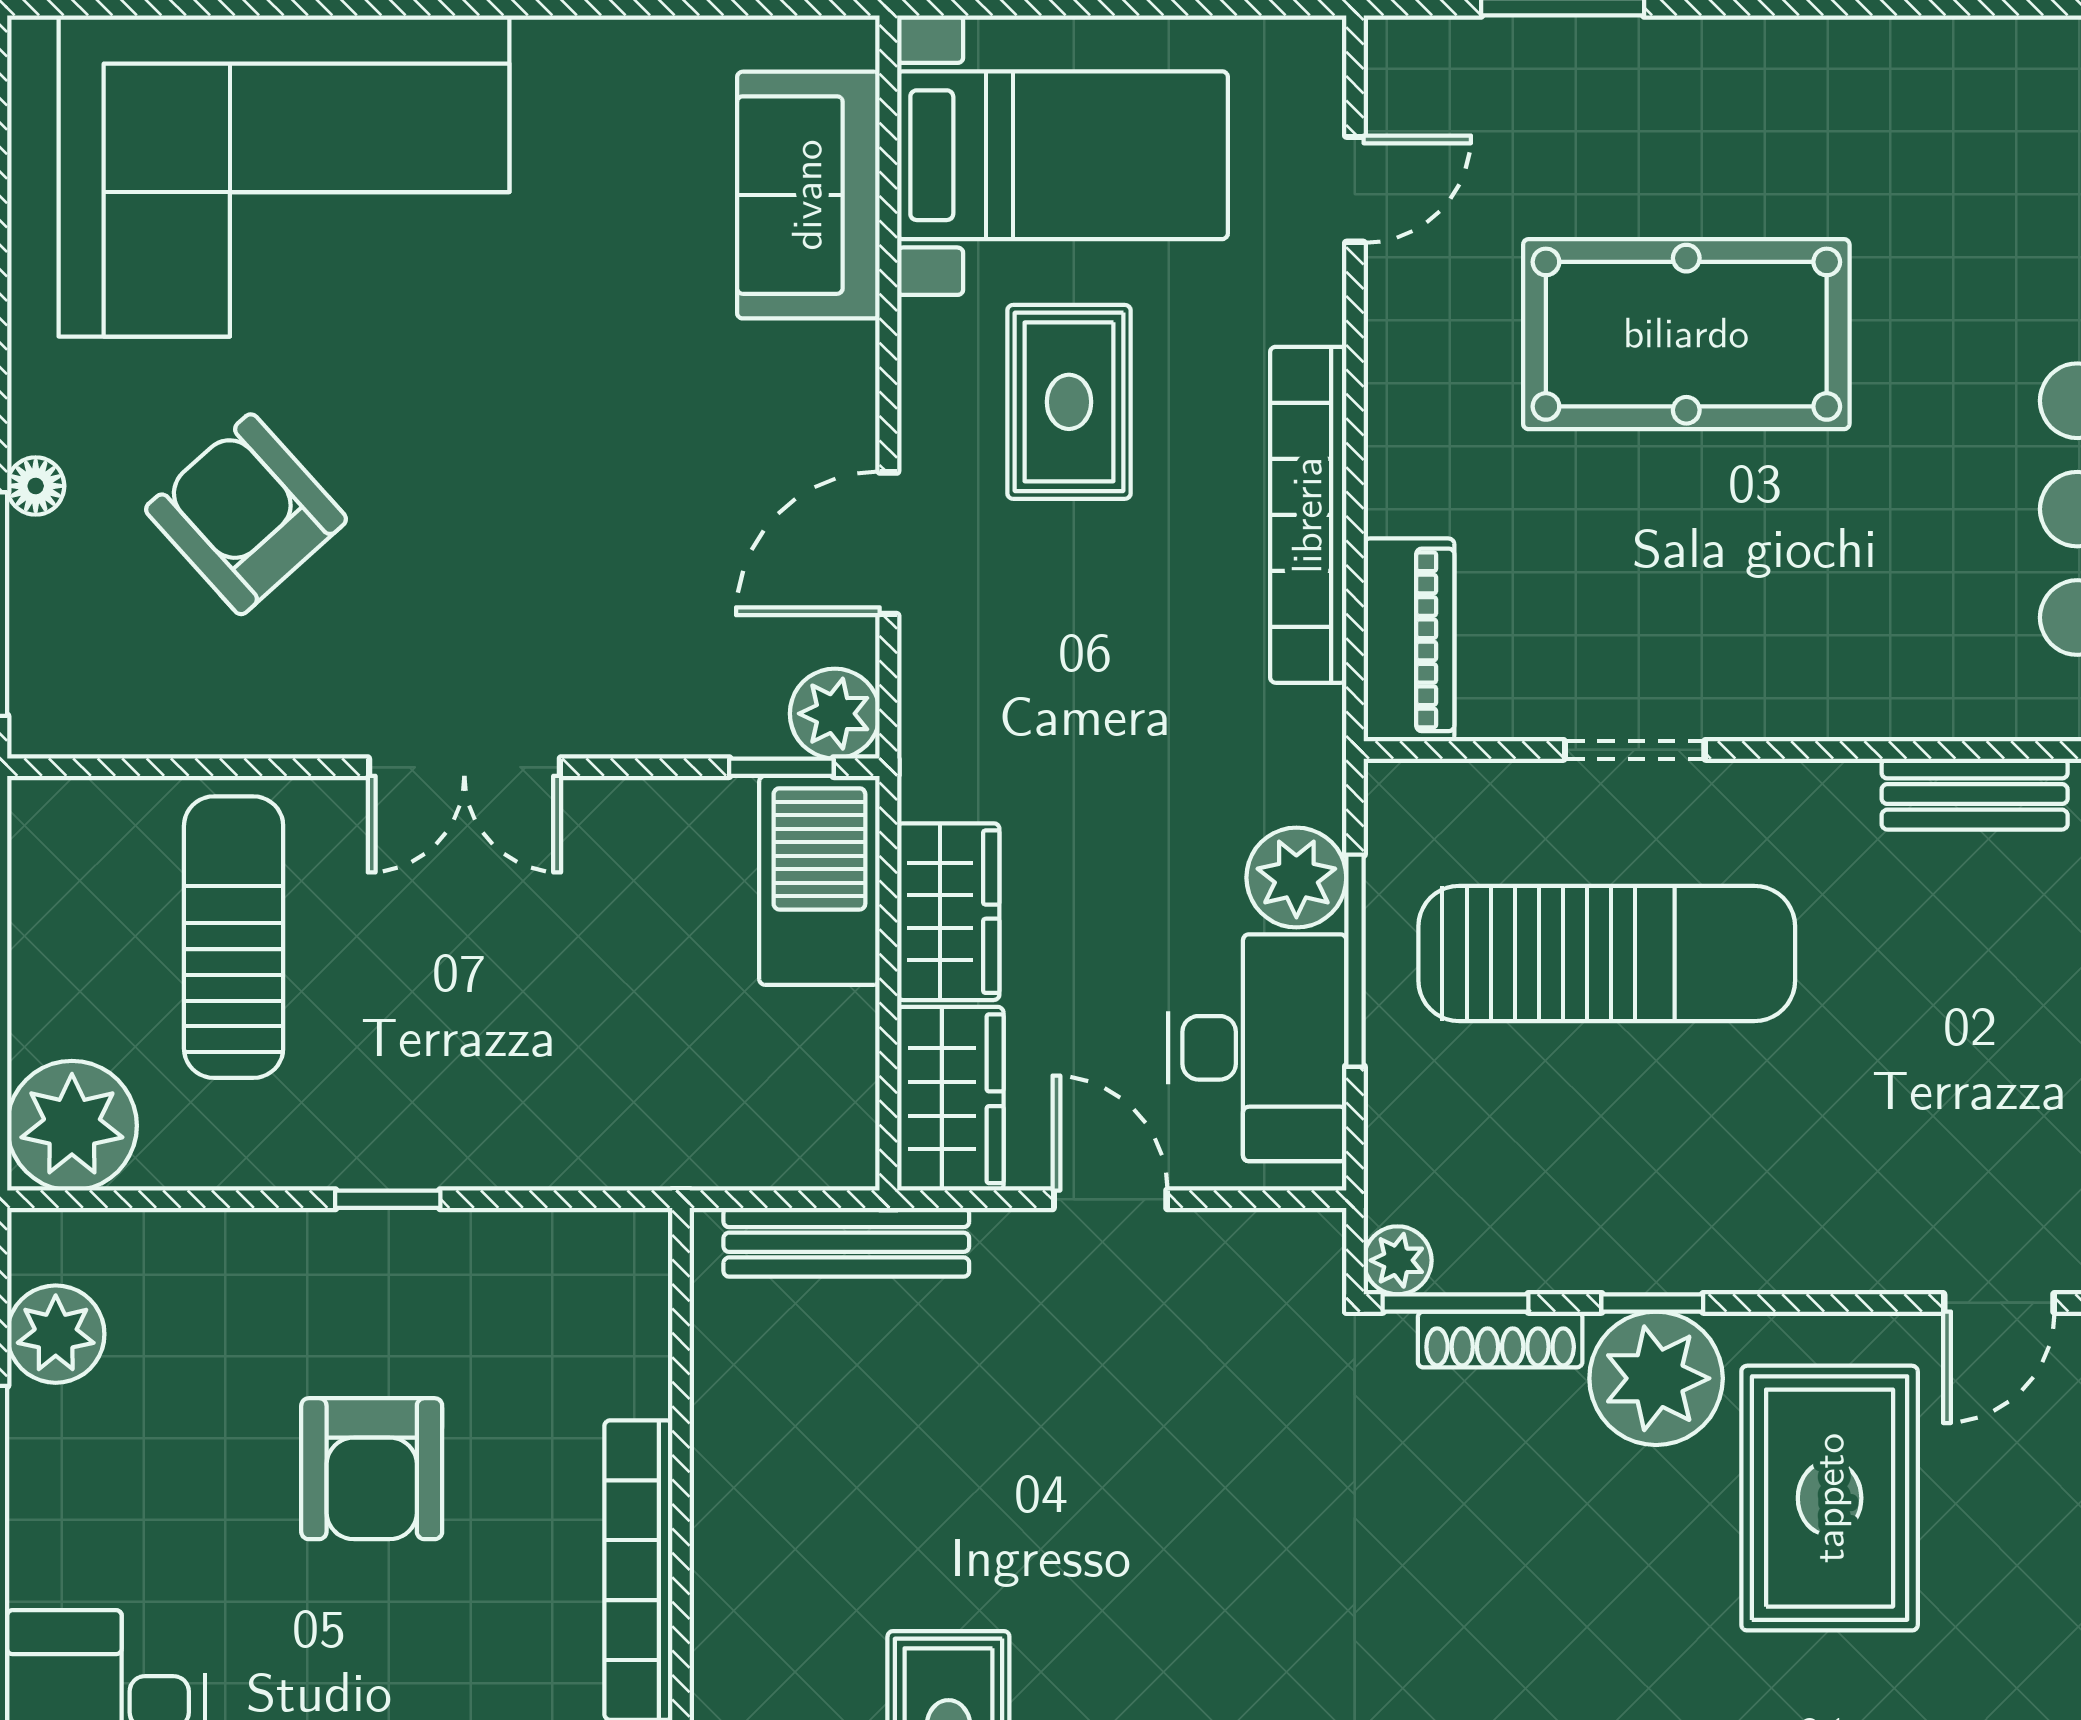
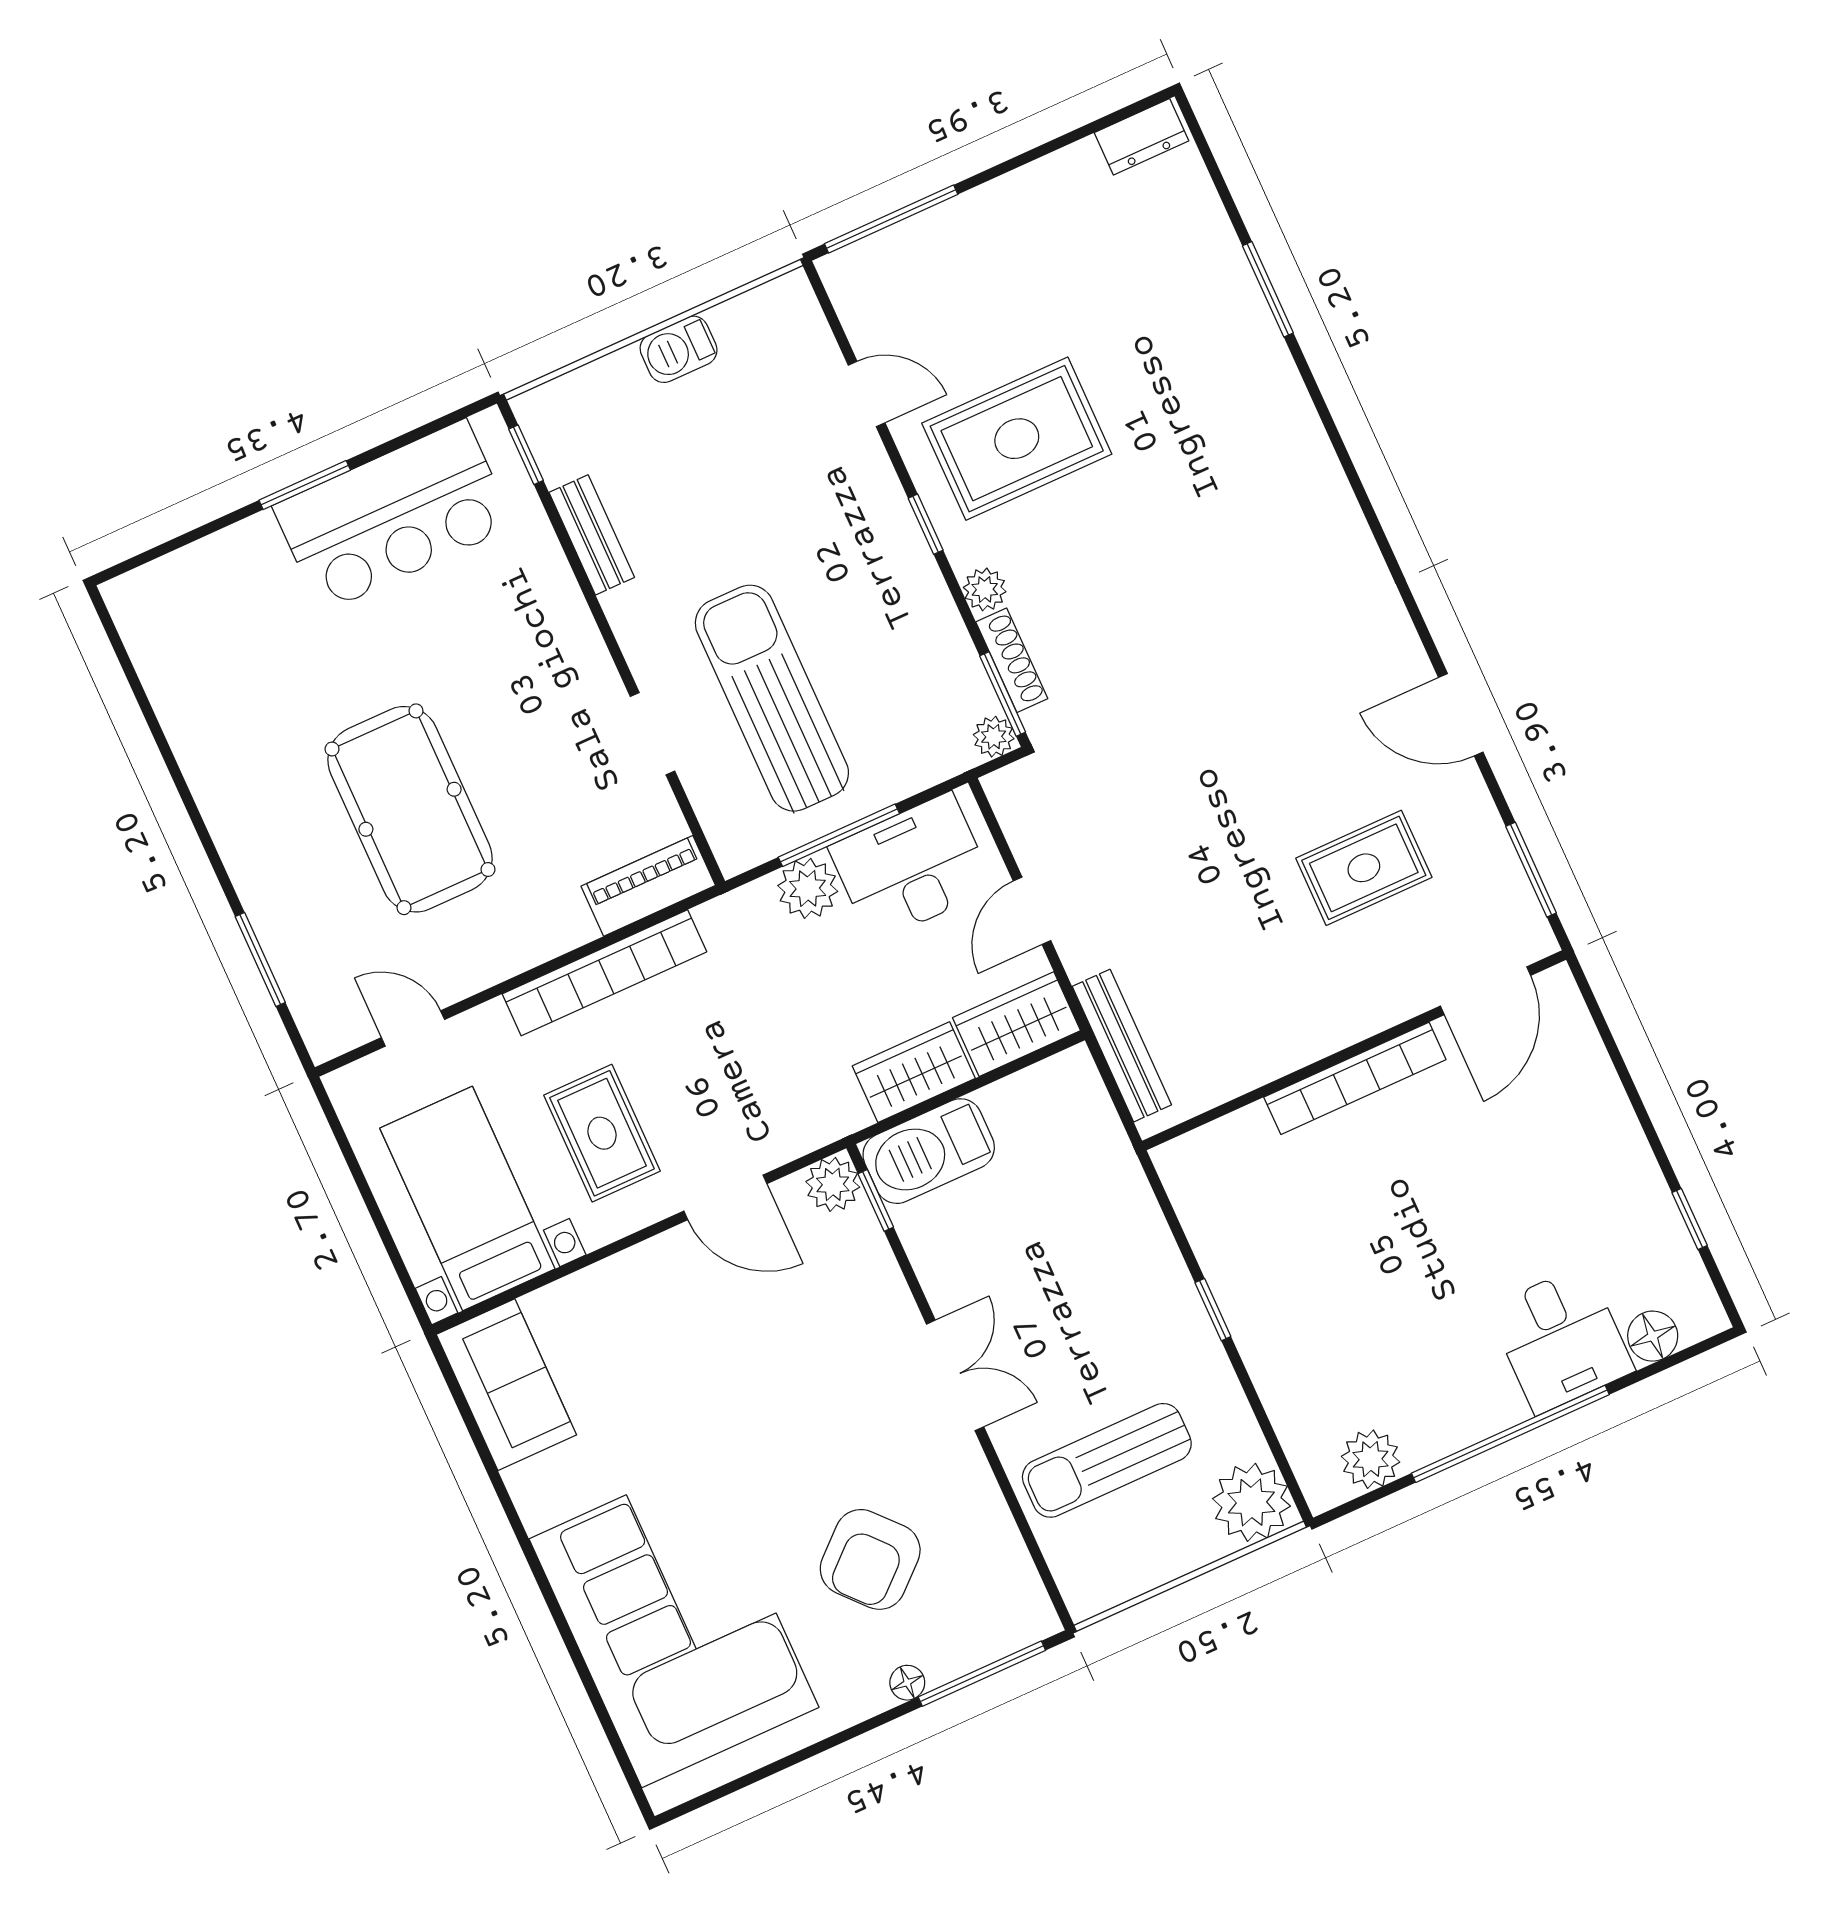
sofa: (808, 195) -> (506, 1385), moved, turned -90
rug: (1069, 402) -> (602, 1133), turned 90
window: (1652, 1303) -> (926, 524), moved
plant: (1656, 1378) -> (985, 589), width x0.53, depth x0.53
armchair: (372, 1469) -> (1366, 1251), removed

